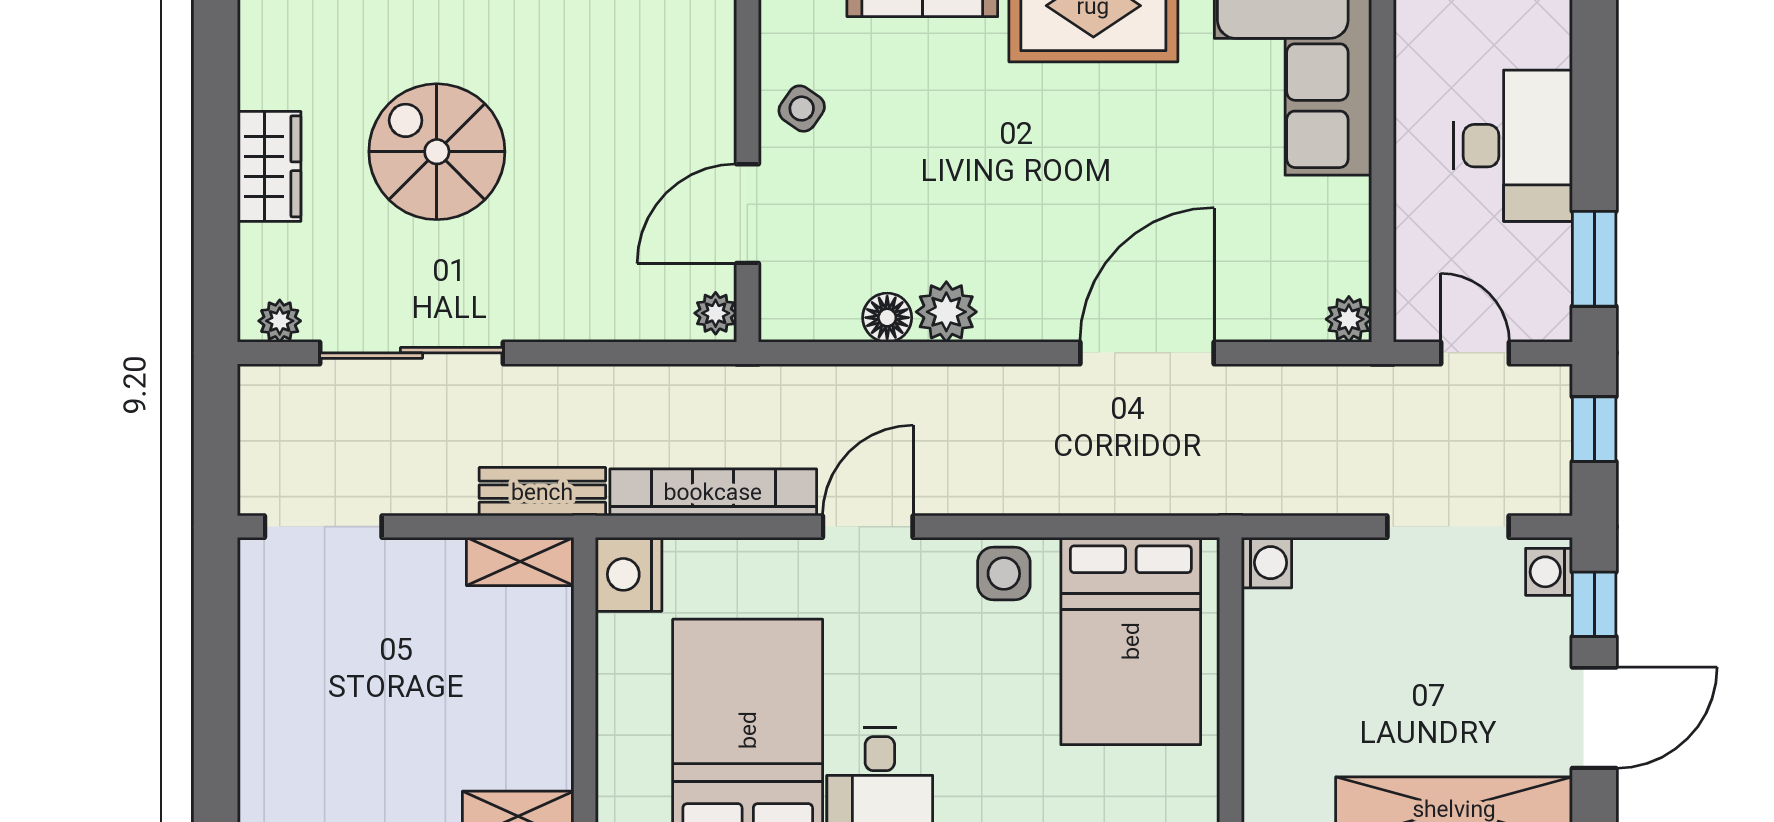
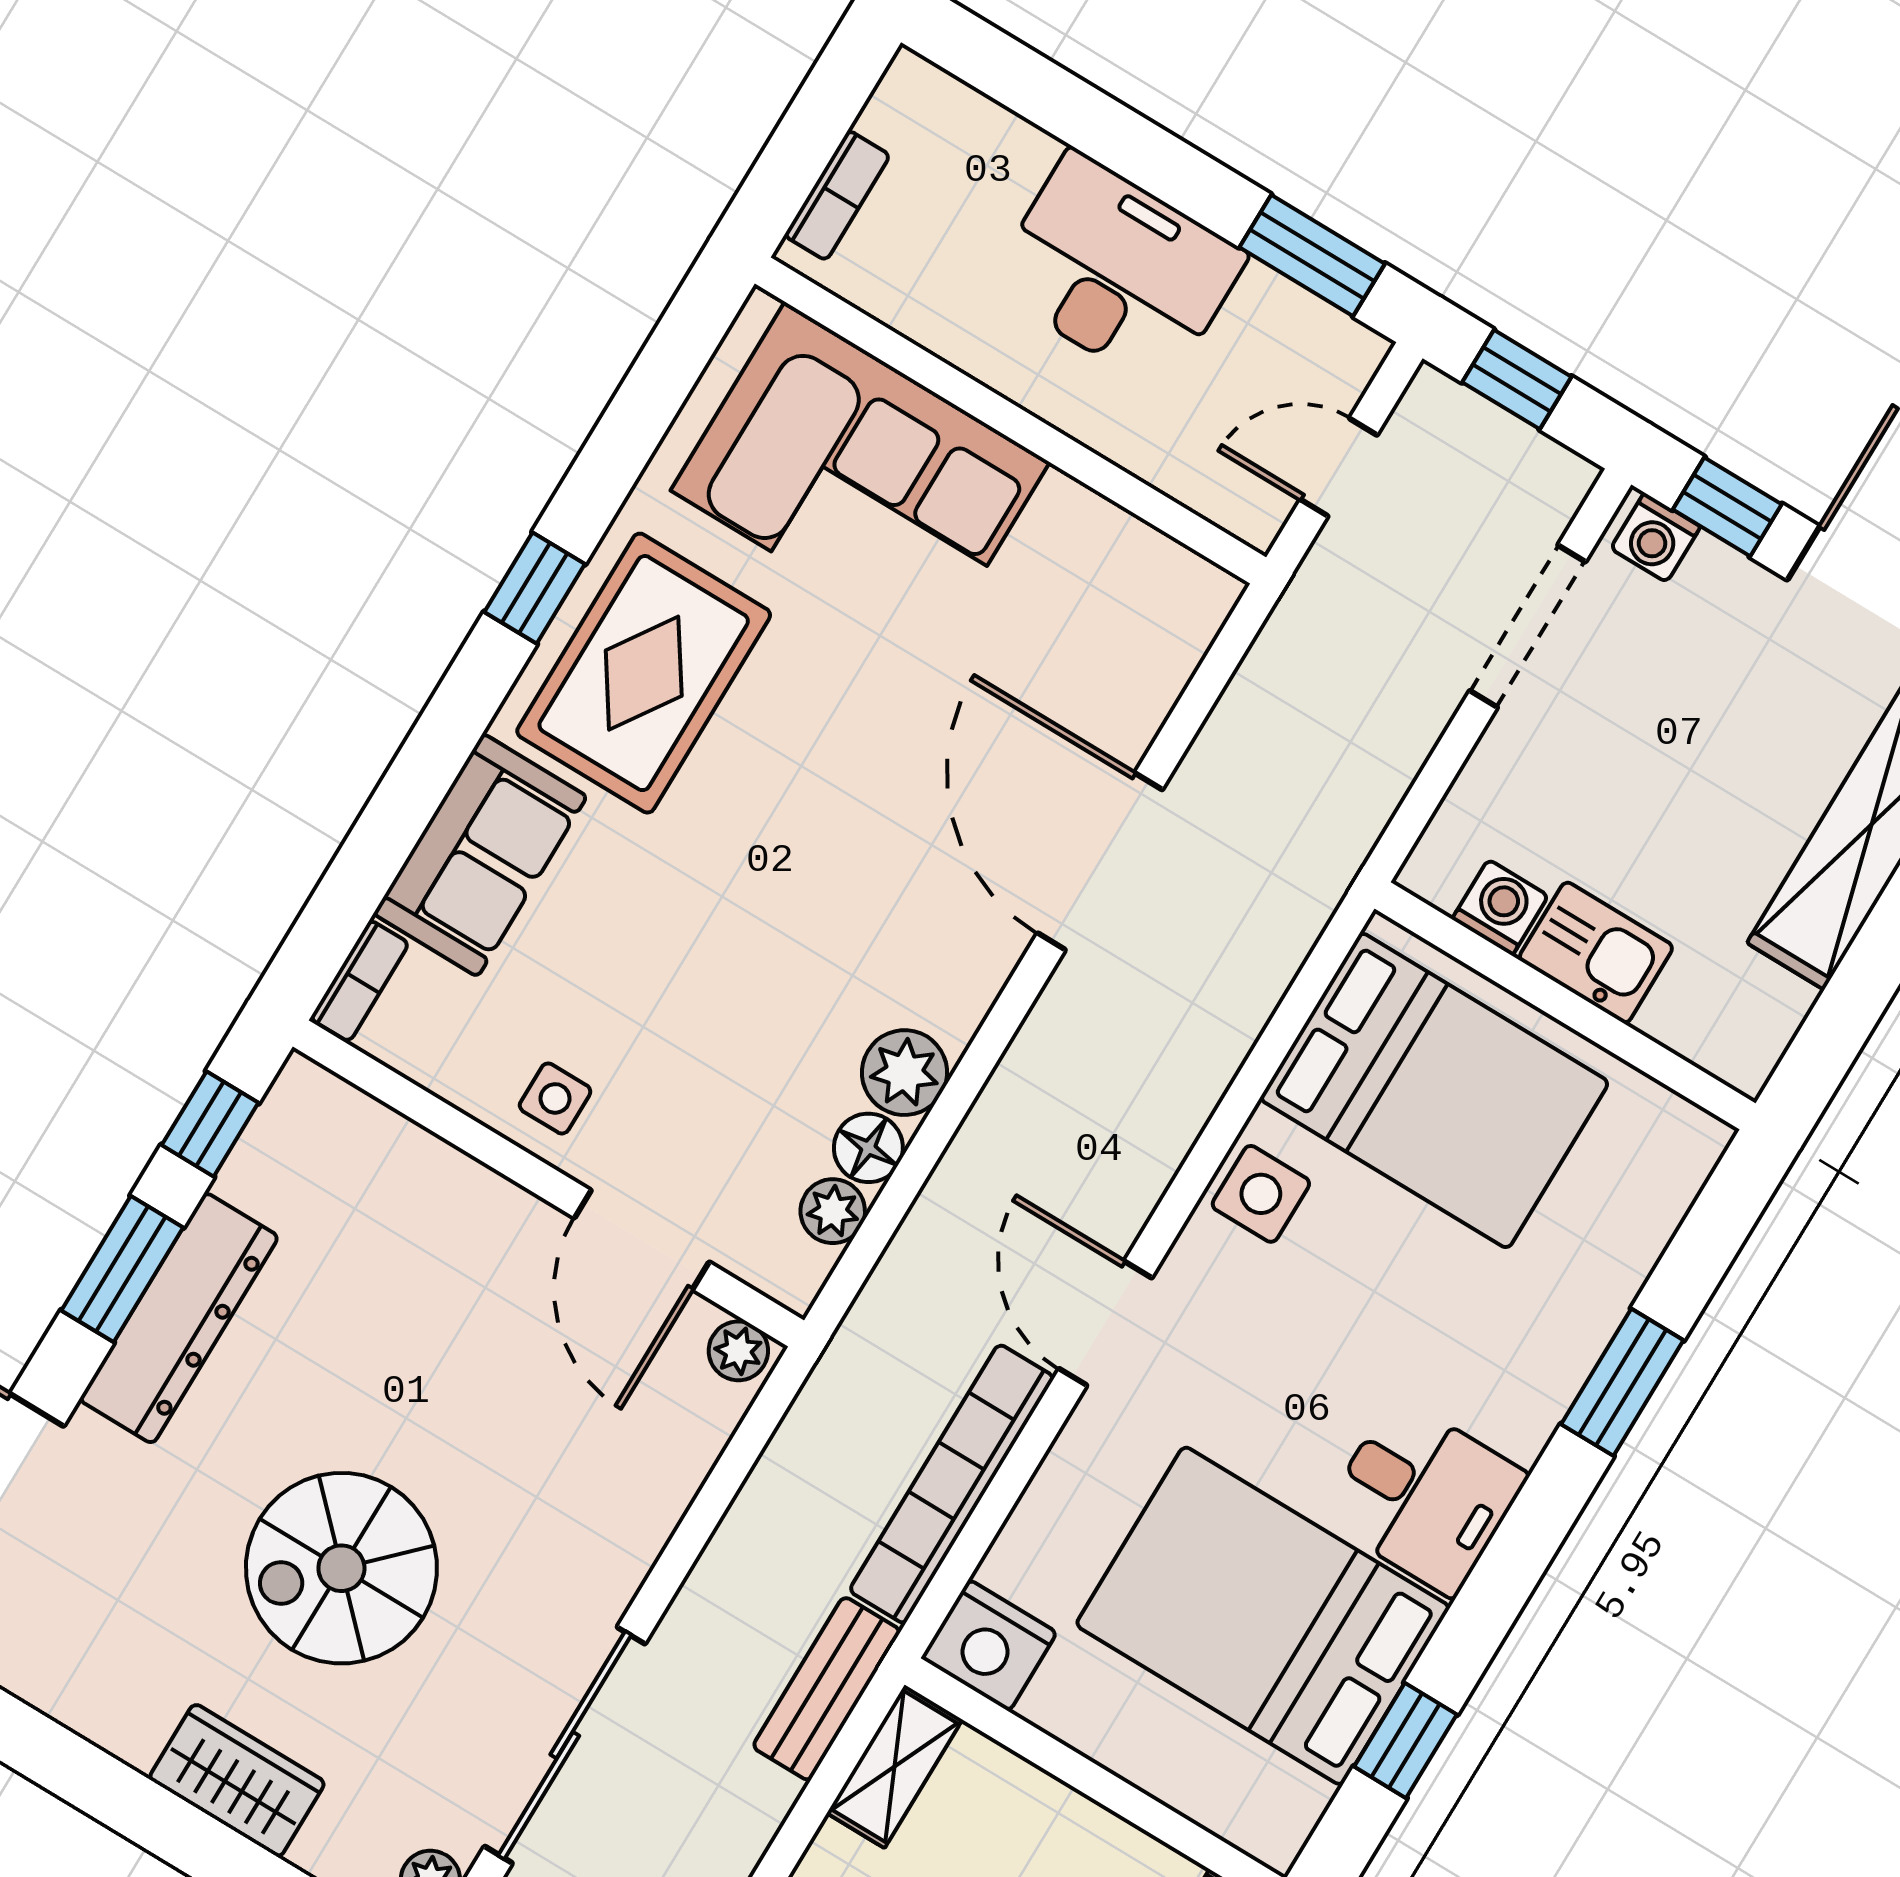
side table: (802, 109) -> (555, 1098), turned -35
plant: (1349, 319) -> (833, 1211), moved
washing machine: (1267, 563) -> (1500, 907), moved
kitchen sink: (1274, 689) -> (1596, 953), added

